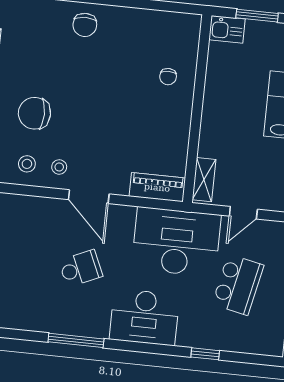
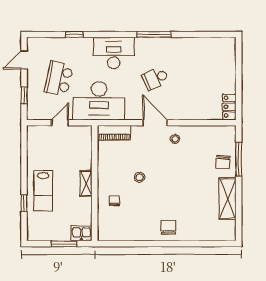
chair: (34, 113) -> (193, 170), removed
stool: (27, 164) -> (140, 177), moved
shelving: (204, 180) -> (86, 183), moved

